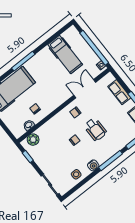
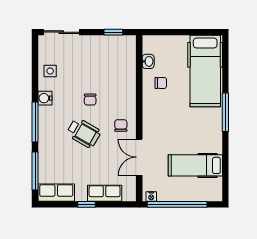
double door: (85, 89) -> (139, 157), swing flipped
wheelchair: (95, 129) -> (84, 133), turned -150
plant: (33, 140) -> (128, 53), removed

